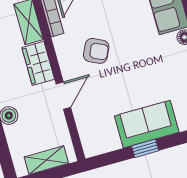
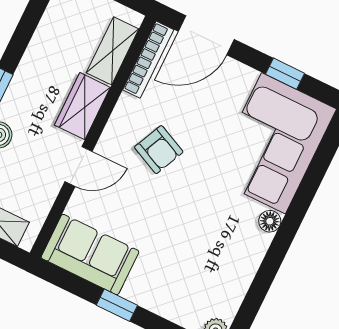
sofa: (147, 124) -> (90, 255), moved

